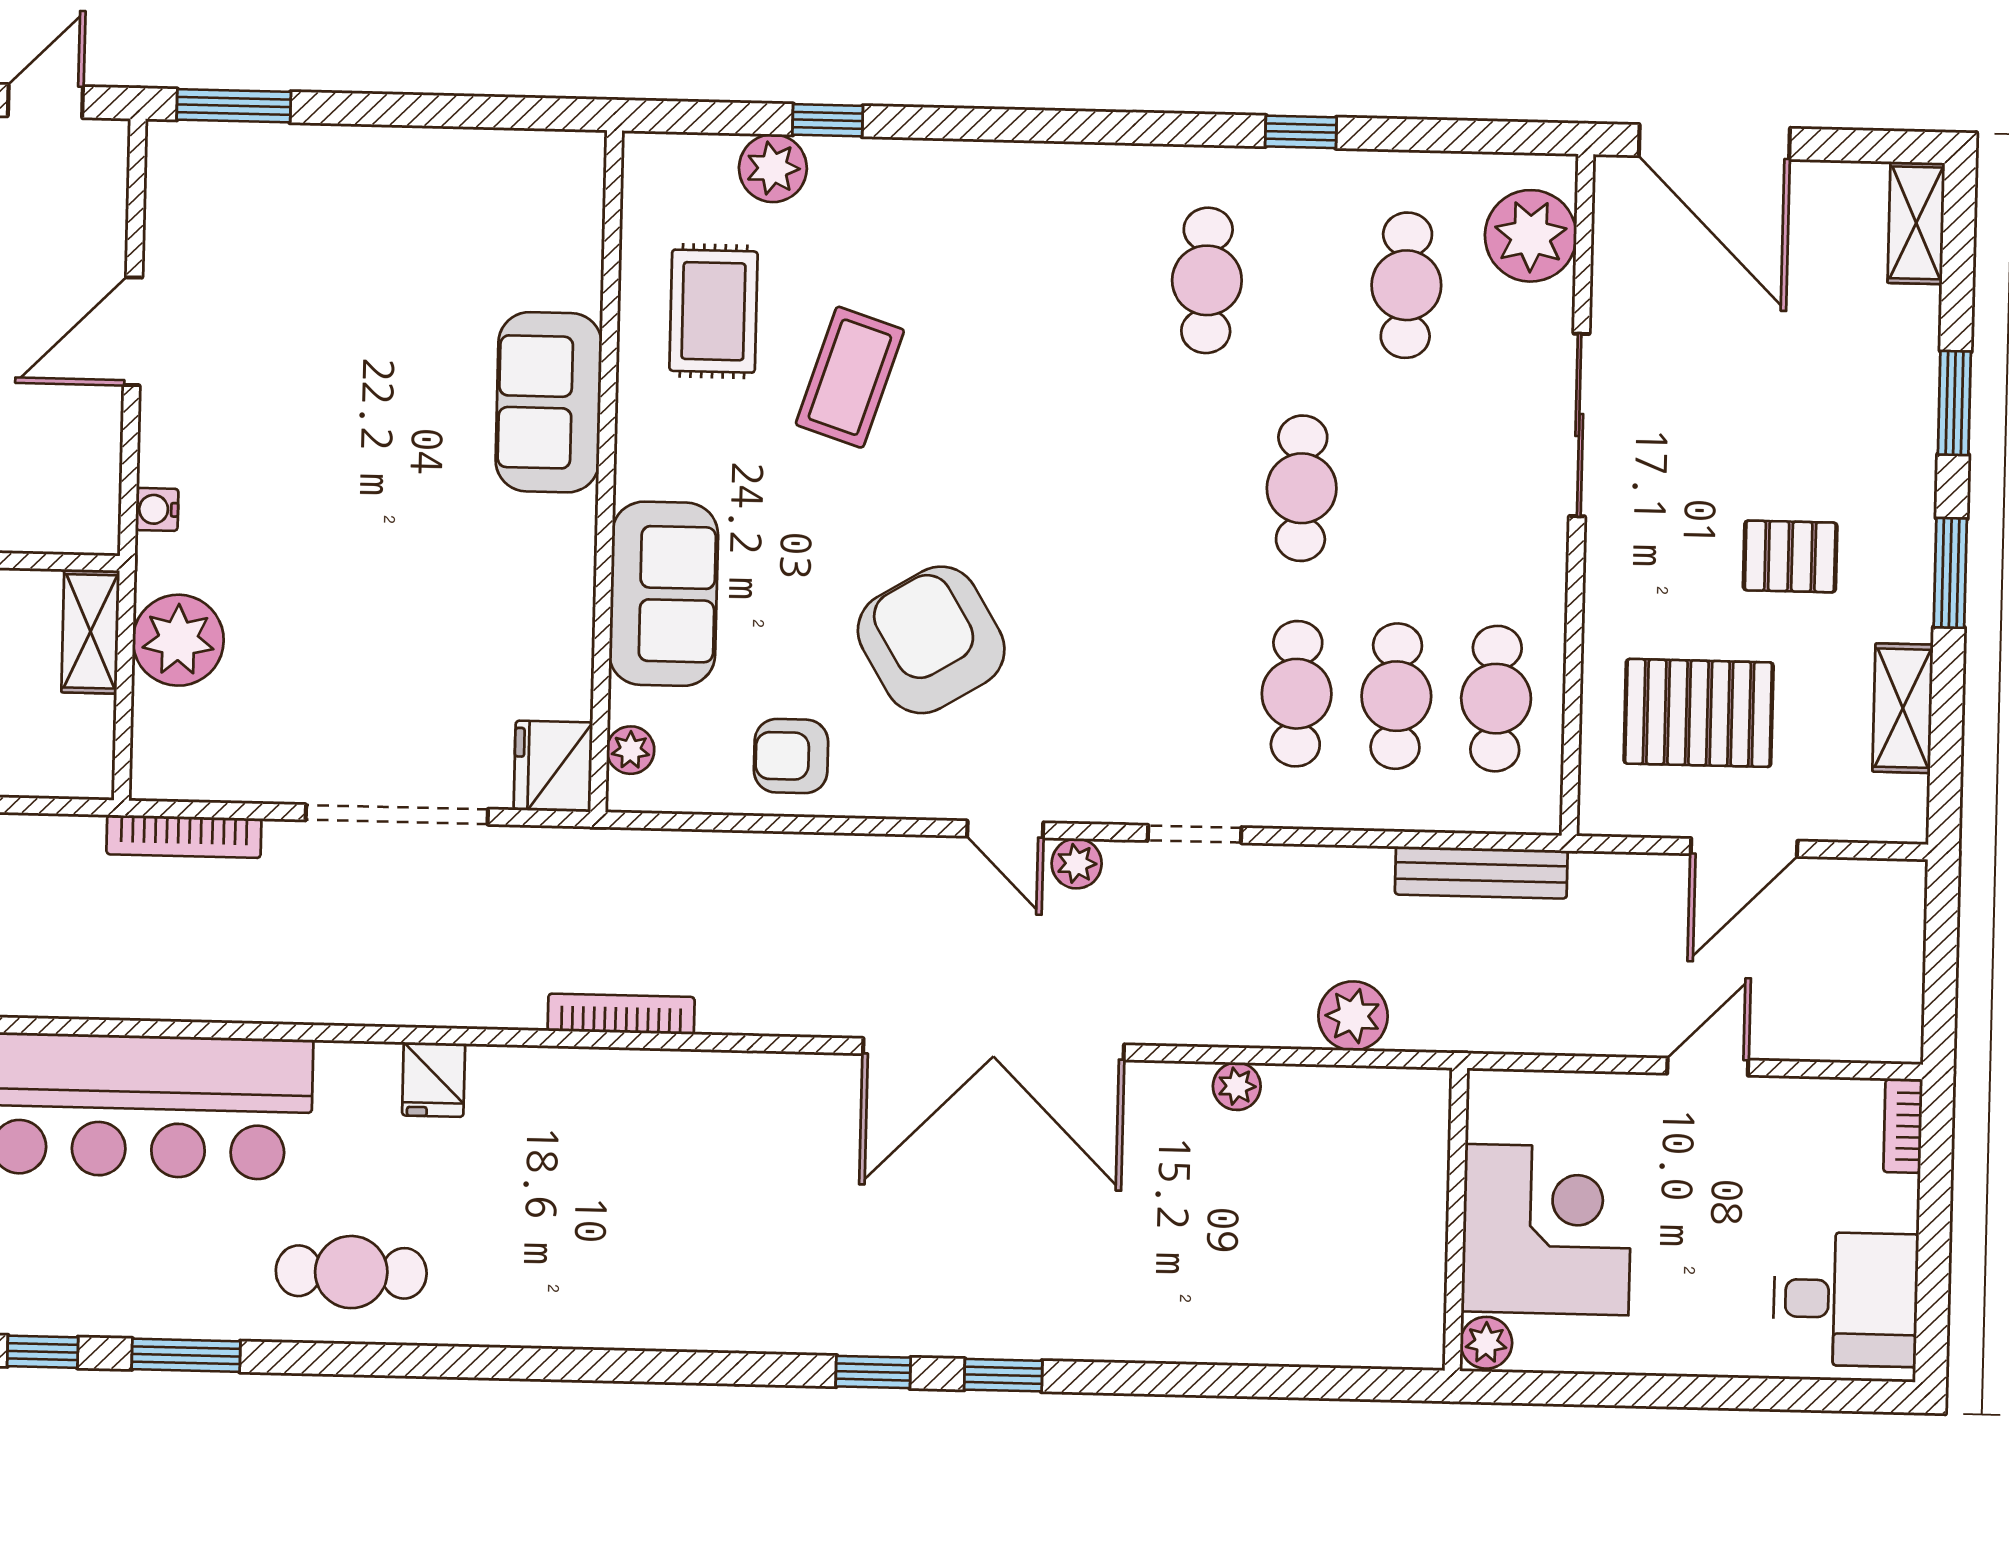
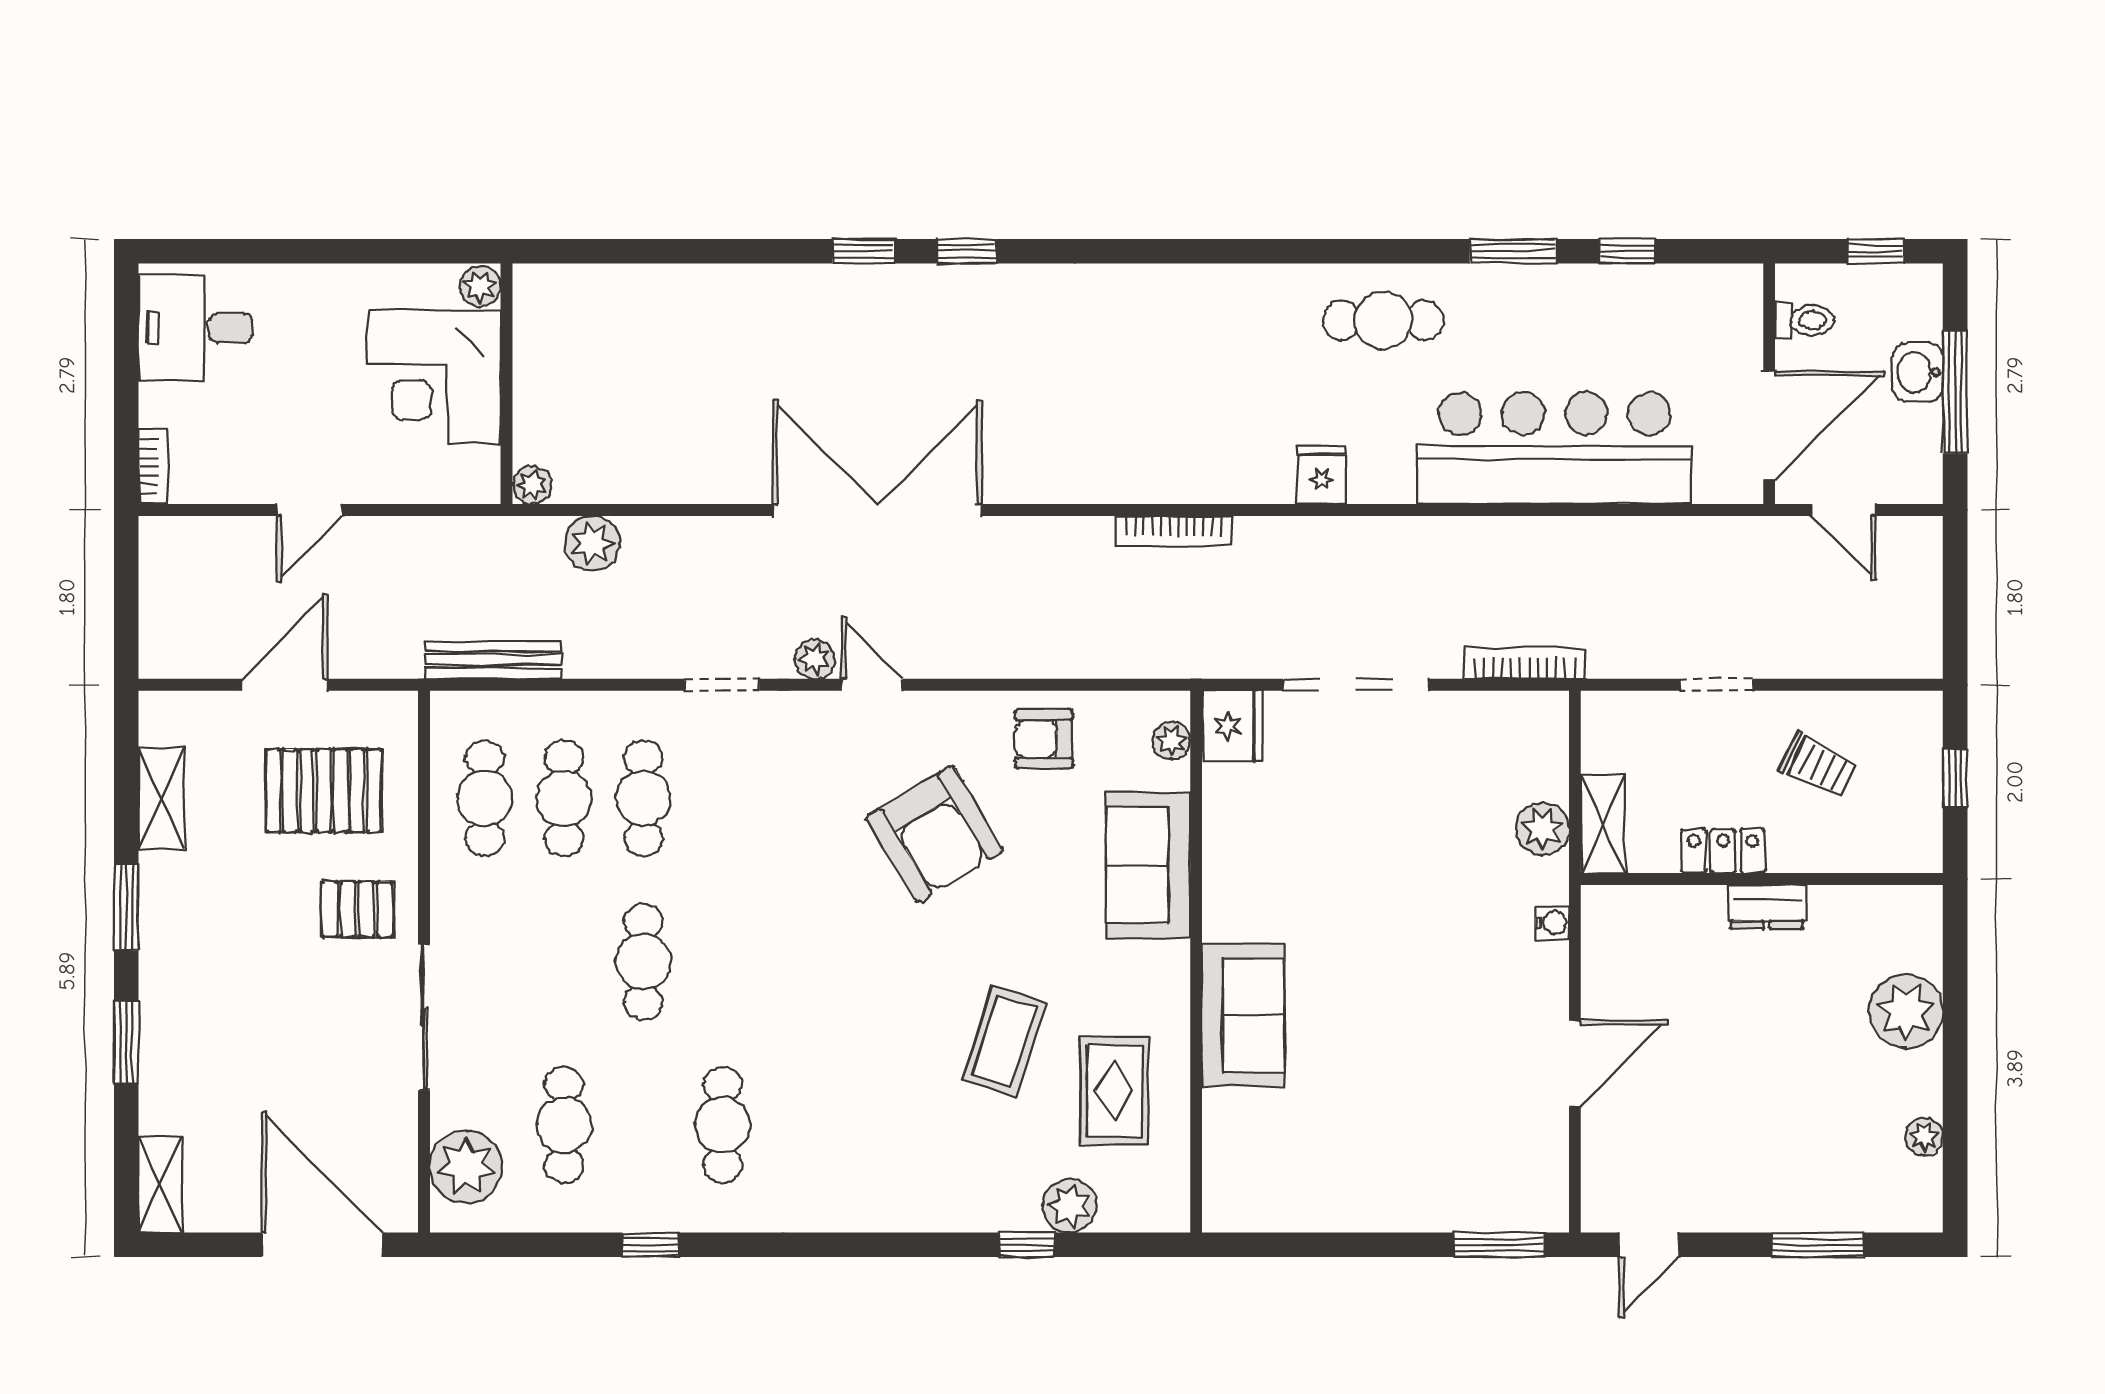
pallet: (1790, 556) -> (357, 909), moved
plant: (178, 640) -> (1543, 829), width x0.73, depth x0.73
armchair: (791, 756) -> (1044, 739), turned 180
plant: (1237, 1086) -> (532, 485), moved

